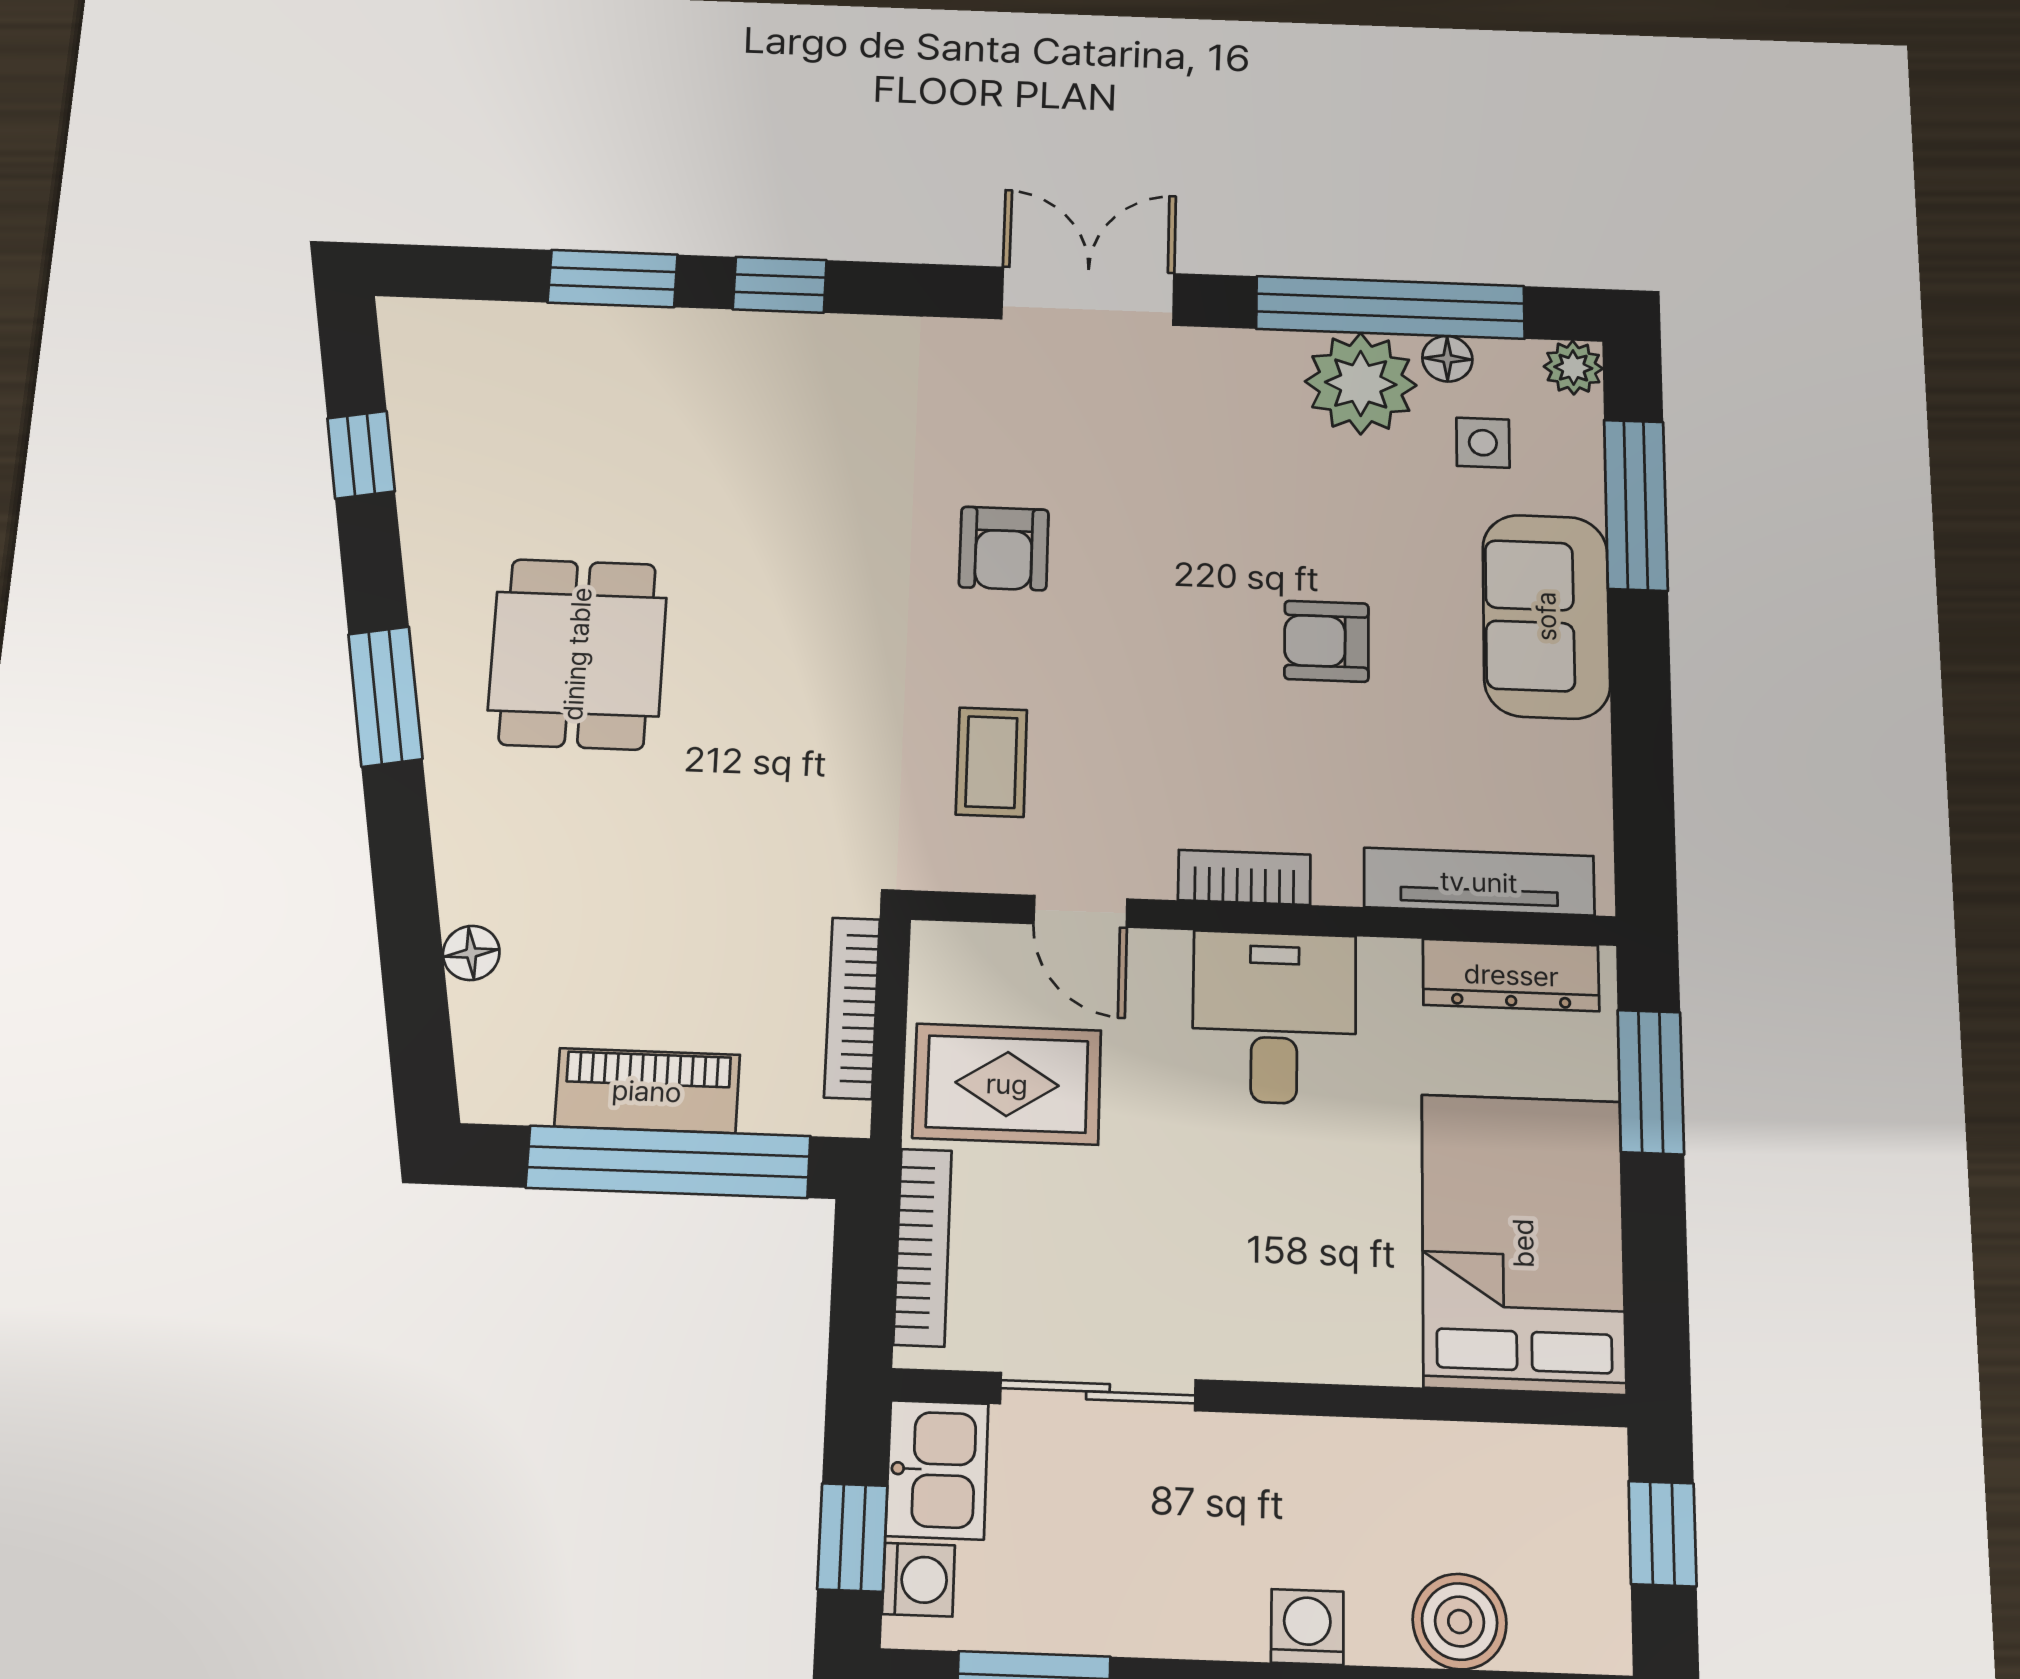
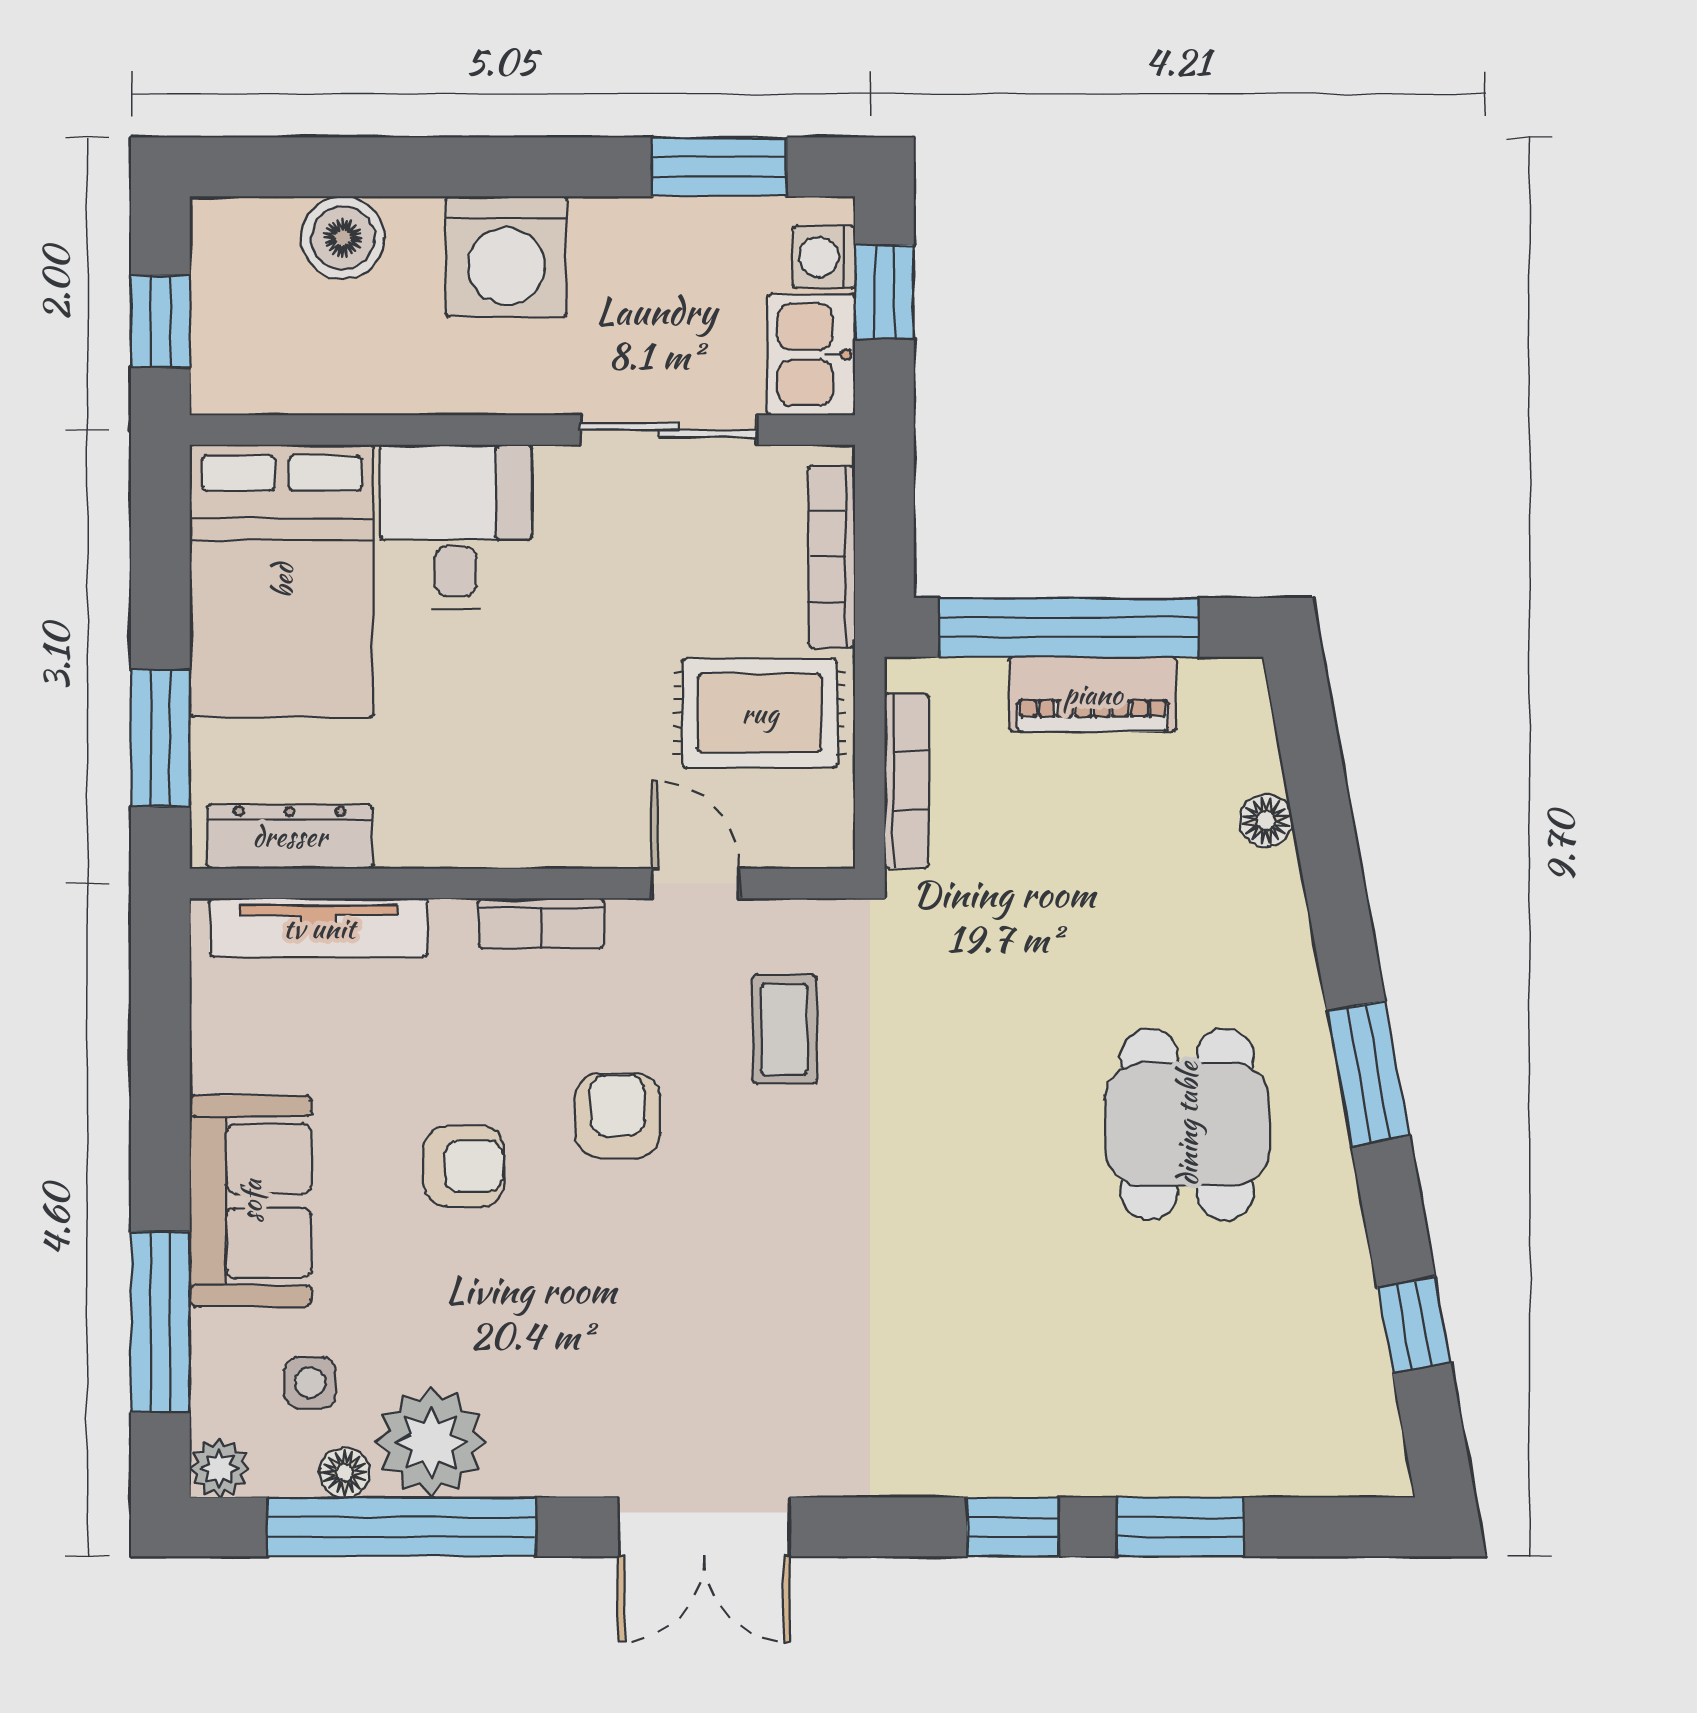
armchair: (1004, 548) -> (618, 1115), moved
desk: (1274, 1017) -> (456, 527), moved, turned 180
washing machine: (1307, 1627) -> (506, 257), width x1.89, depth x1.89

